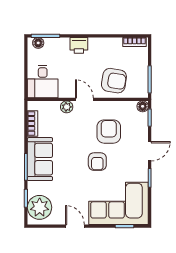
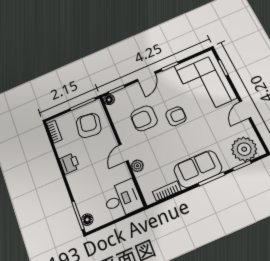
printer: (79, 45) -> (69, 163), moved
armchair: (114, 81) -> (89, 125), moved
door: (150, 151) -> (146, 77), swing flipped

